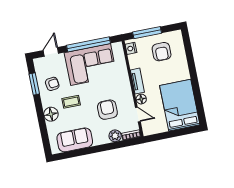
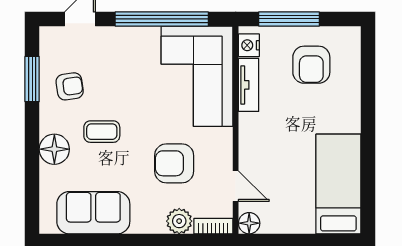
corner sofa: (91, 64) -> (197, 76), moved, turned 90
tv unit: (137, 81) -> (249, 85), moved
floor lamp: (141, 99) -> (249, 223), moved
bed: (180, 105) -> (338, 184), width x0.67
armchair: (107, 110) -> (174, 163), turned -90

